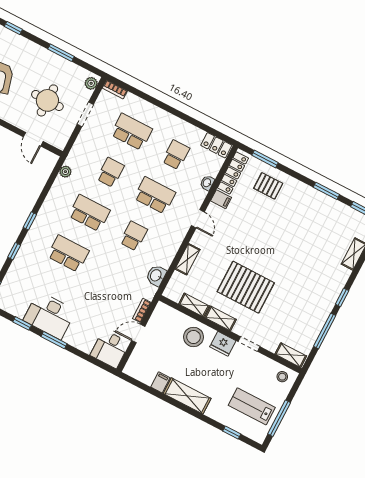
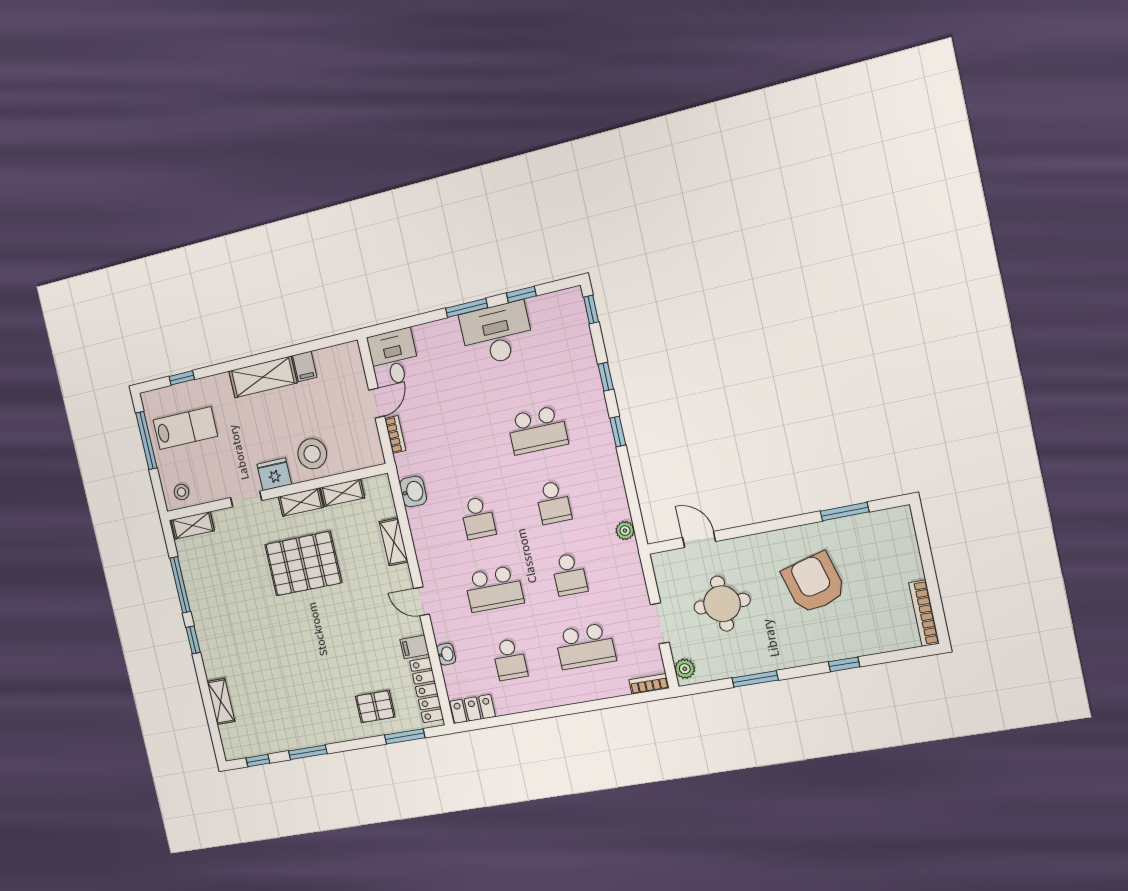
school desk: (89, 213) -> (553, 502), width x0.54

